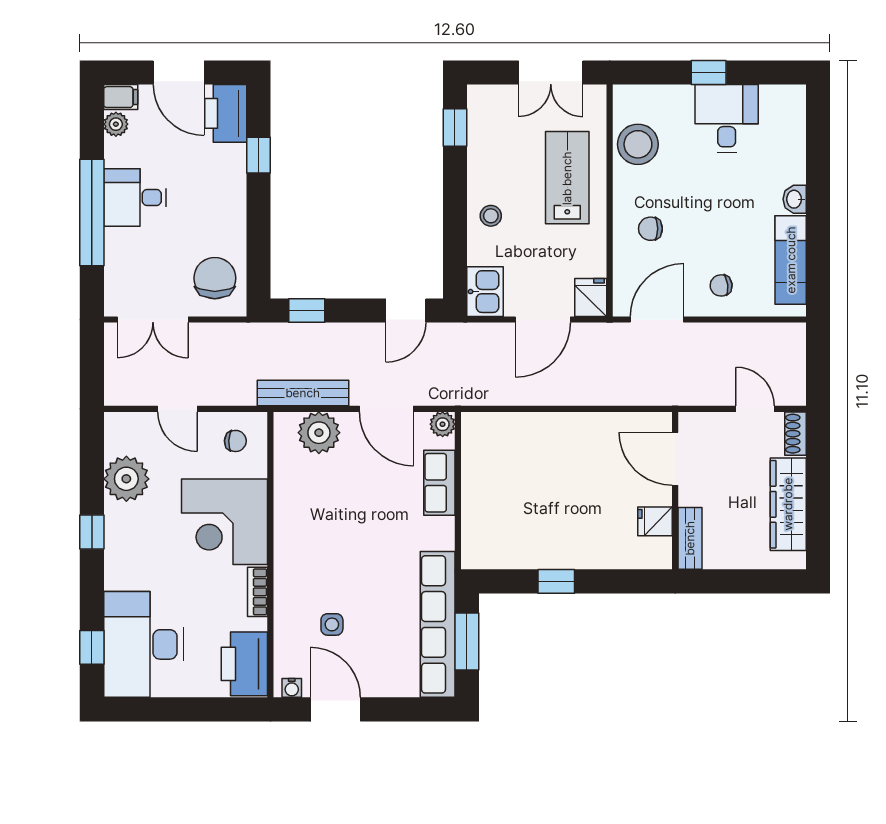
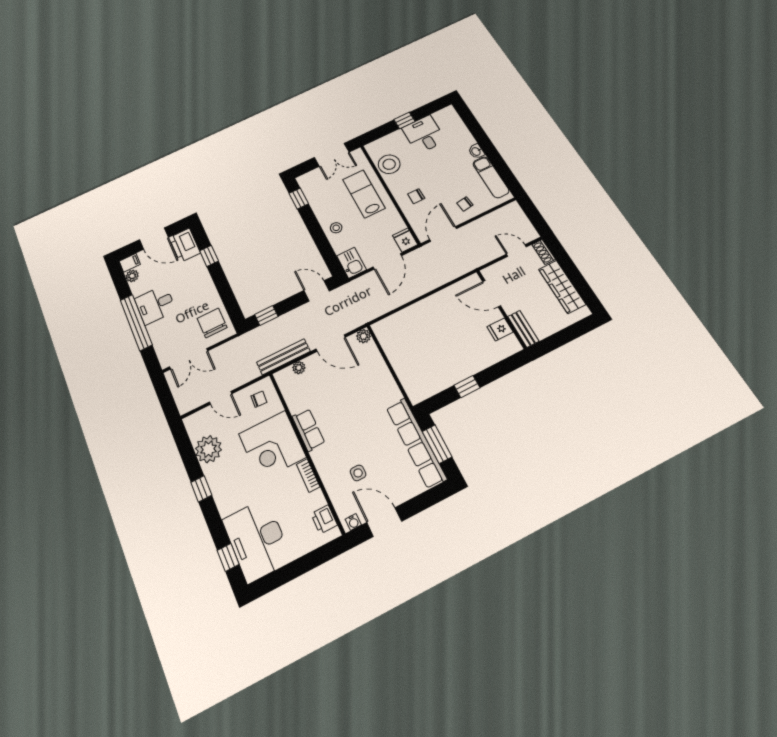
door: (406, 311) -> (317, 291), swing flipped
plant: (319, 433) -> (299, 368), width x0.53, depth x0.53
row of seats: (439, 483) -> (308, 430), moved, turned 180
printer: (244, 664) -> (324, 519), width x0.53, depth x0.68

